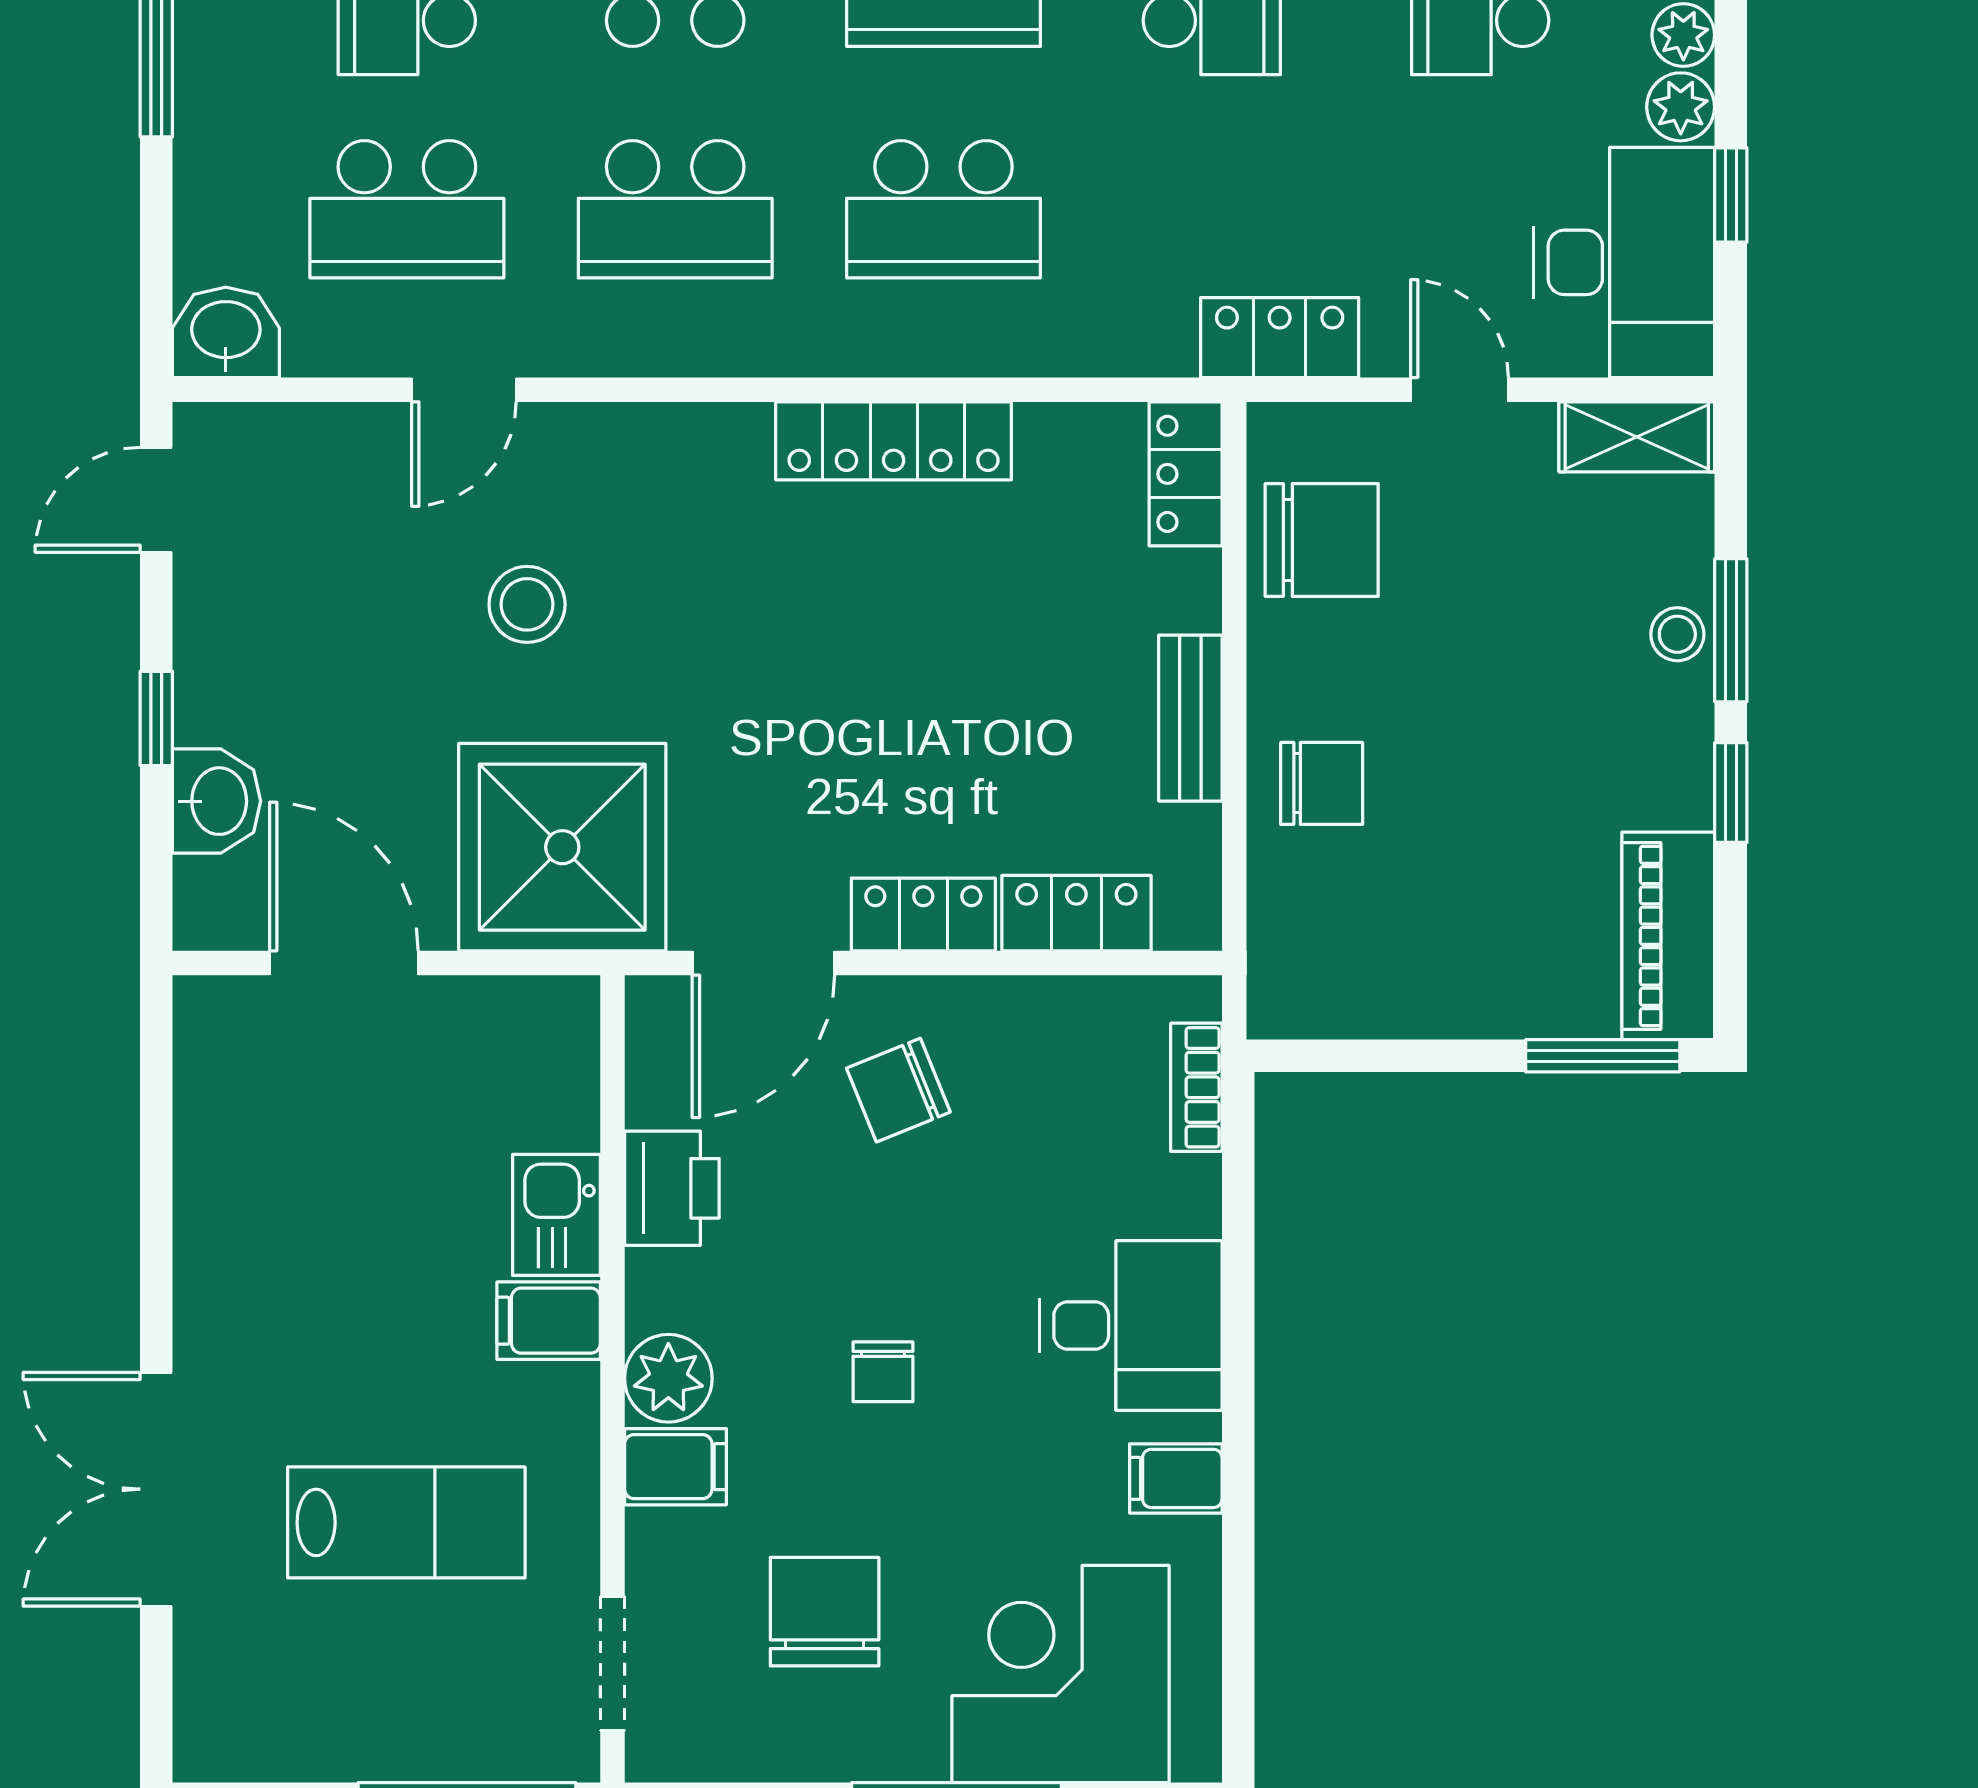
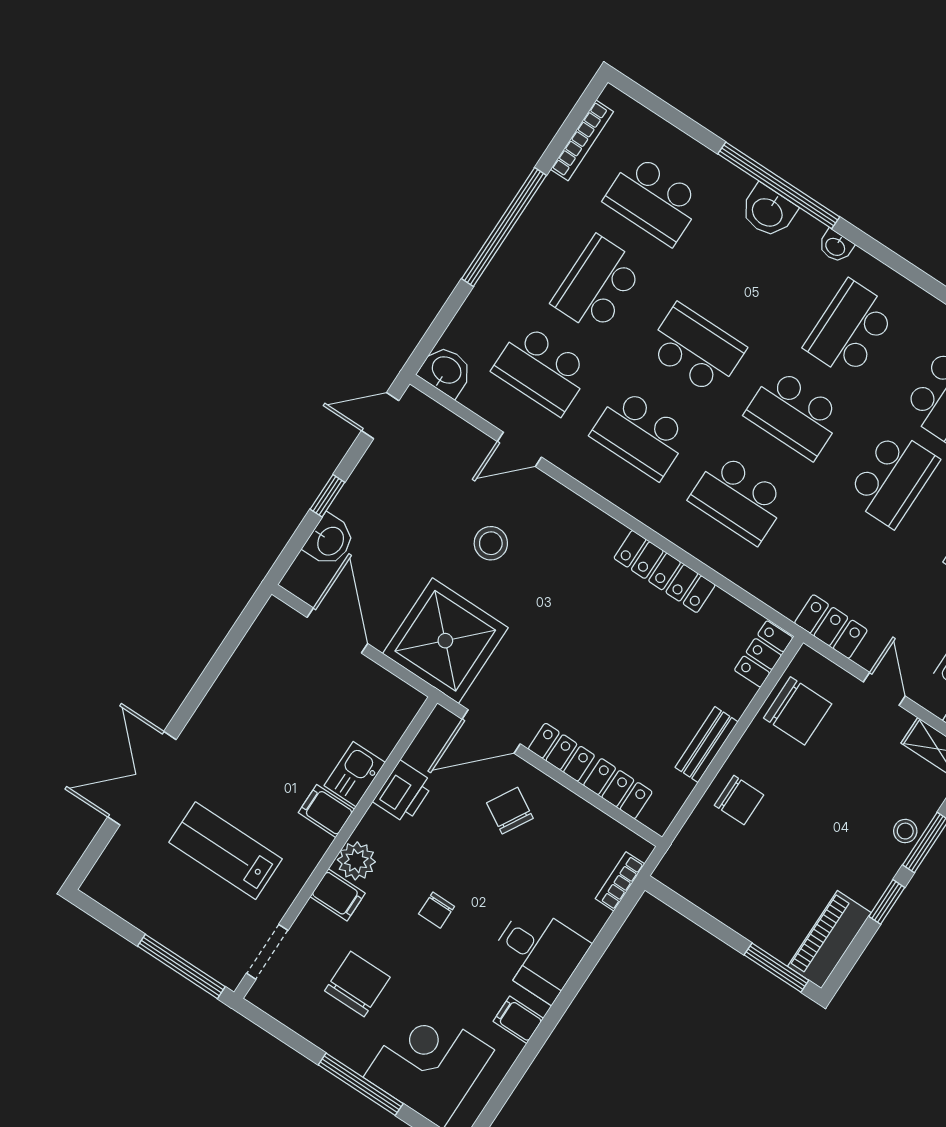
chair: (898, 1090) -> (510, 811), turned 52
lab bench: (406, 1522) -> (226, 851), turned 180

